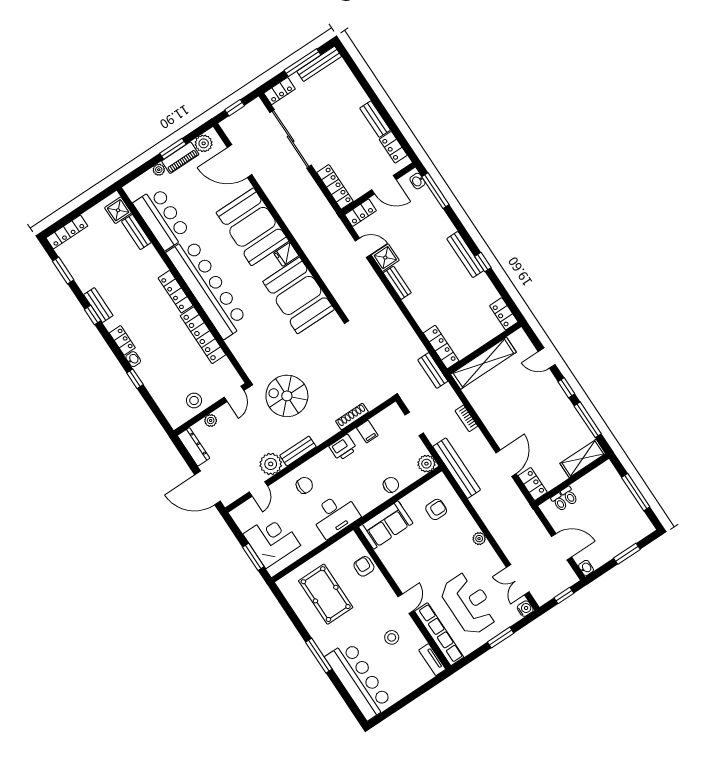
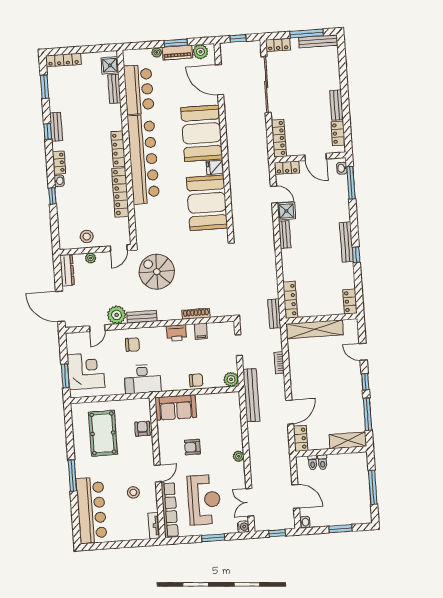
armchair: (436, 509) -> (192, 447), moved, turned 180

